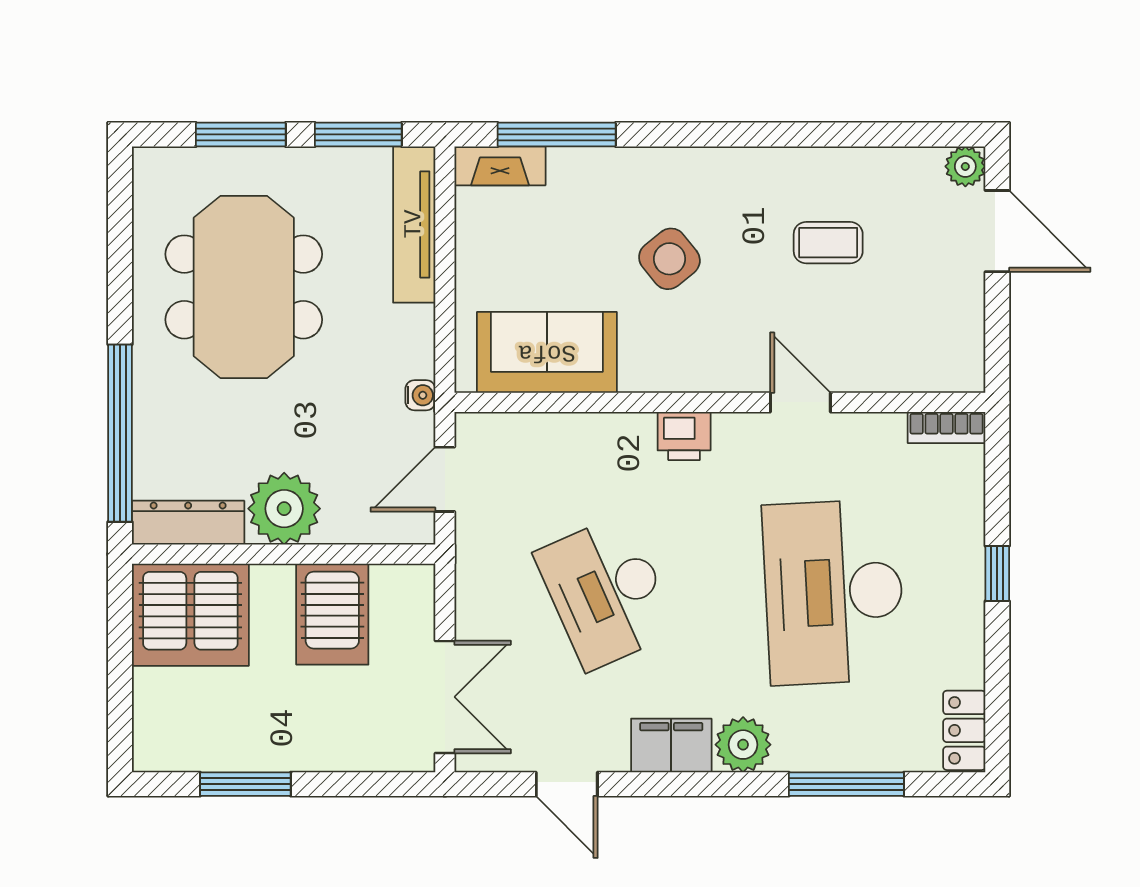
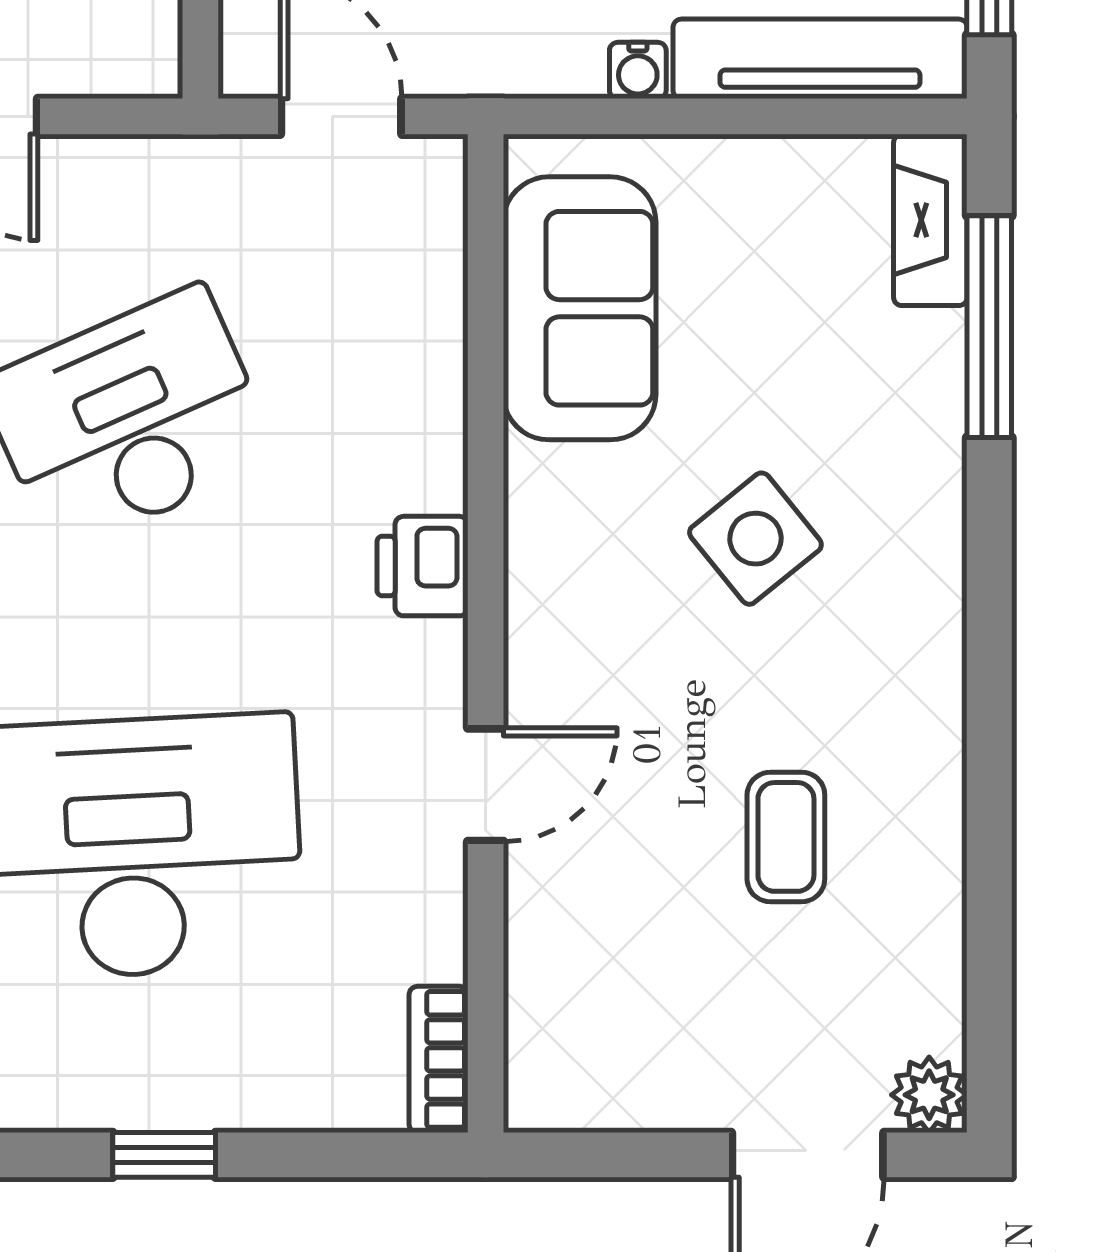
water cooler: (420, 395) -> (638, 70), moved

